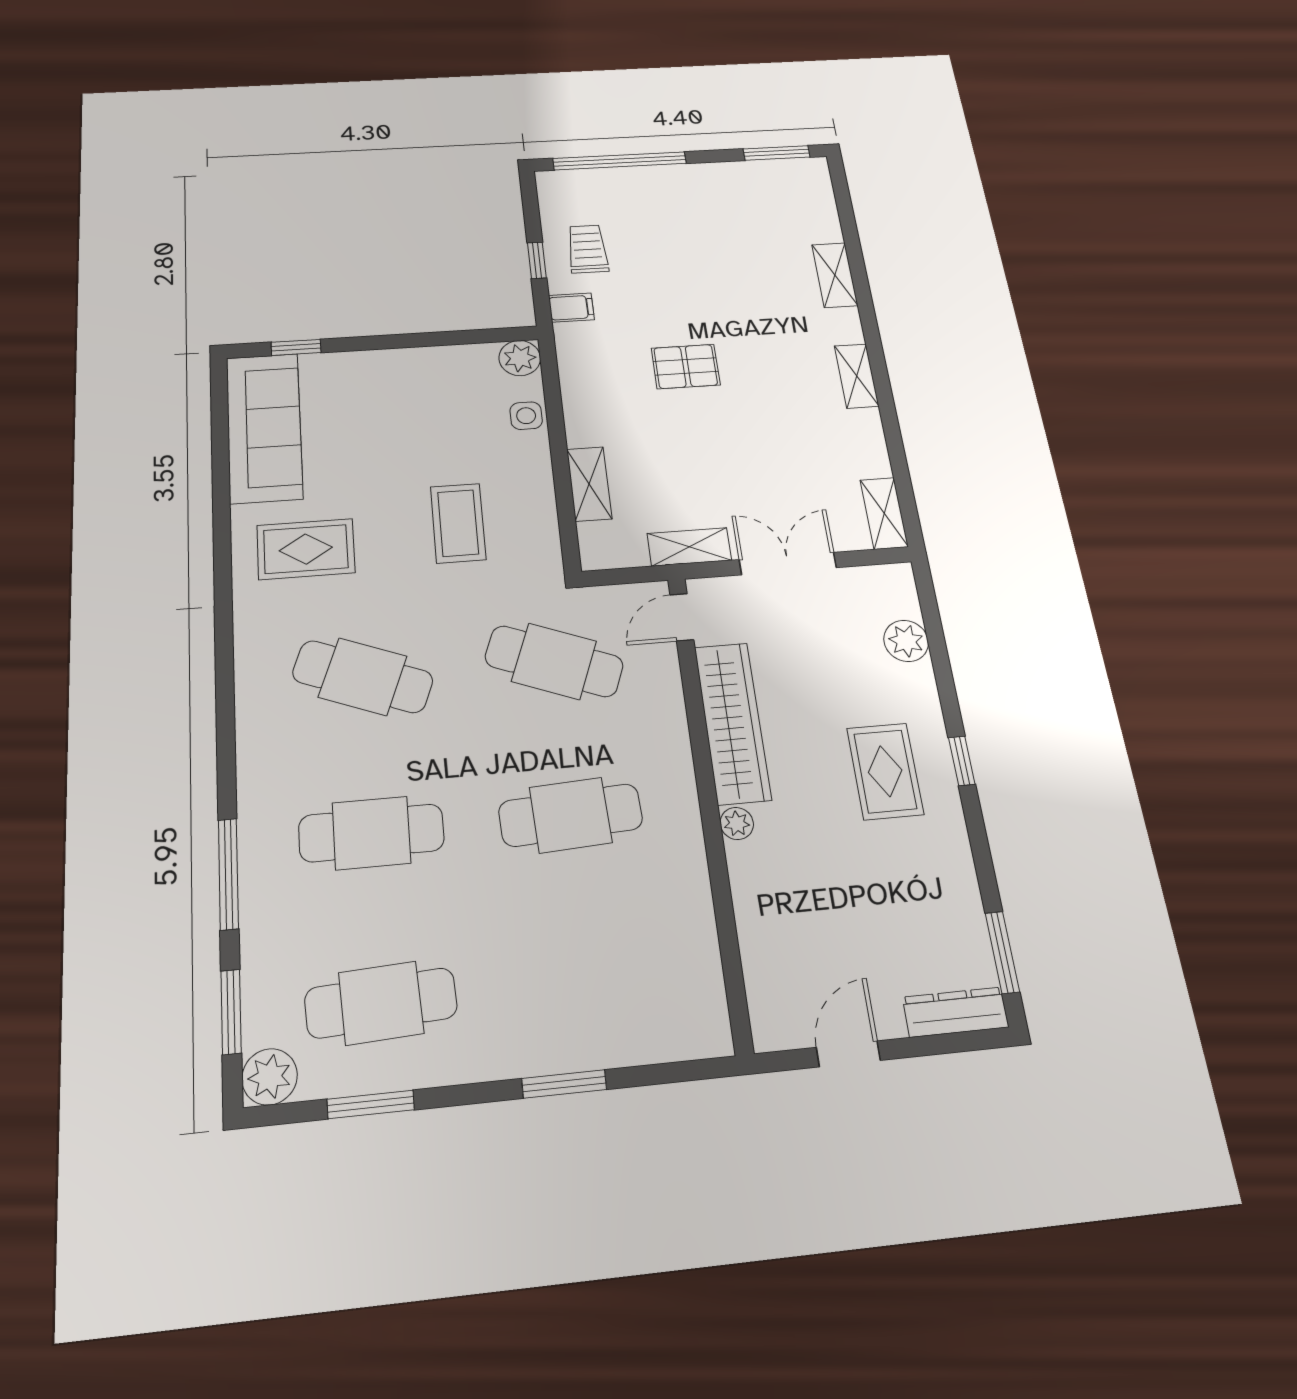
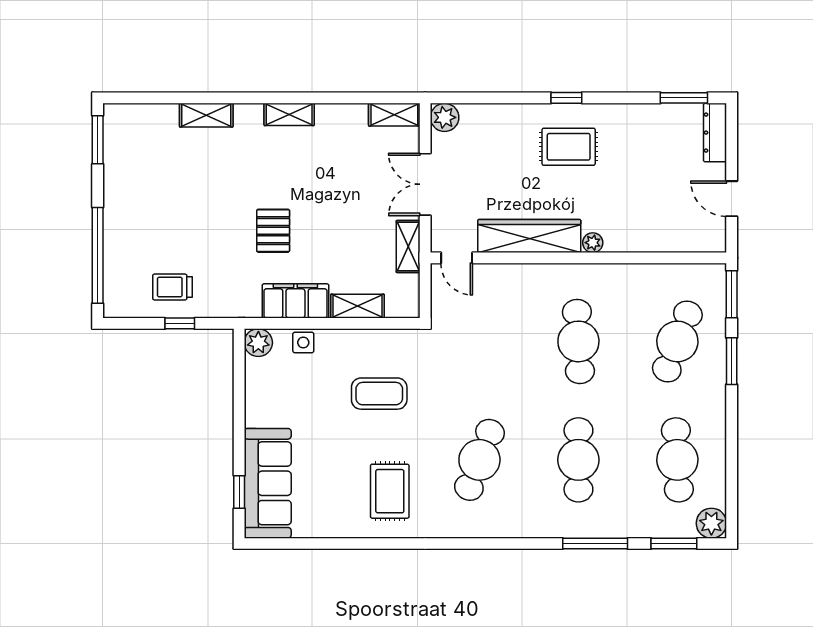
filing cabinet: (571, 308) -> (295, 301), moved, width x3.00, depth x1.17
sofa: (264, 427) -> (268, 483), moved, turned 90
plant: (906, 641) -> (445, 117), moved
cafe table: (554, 661) -> (677, 341), moved
window: (371, 1104) -> (732, 294), moved

